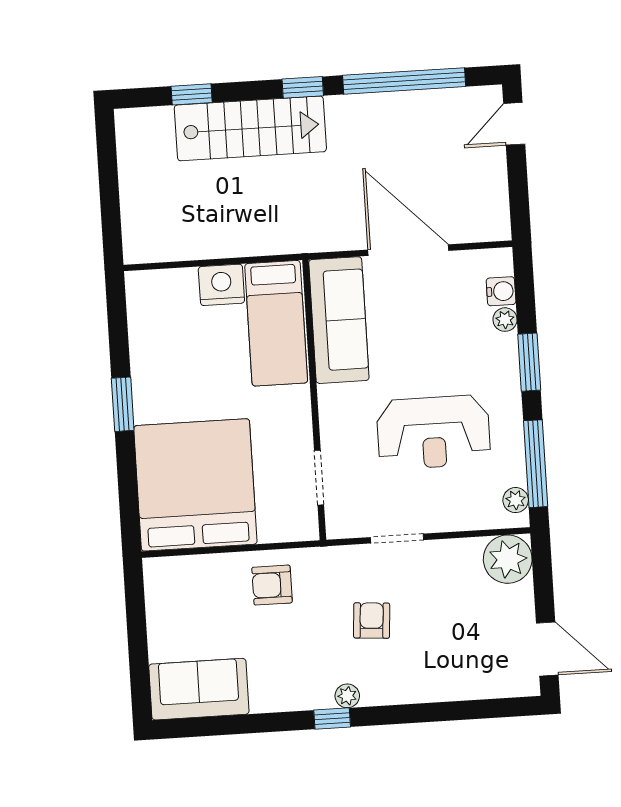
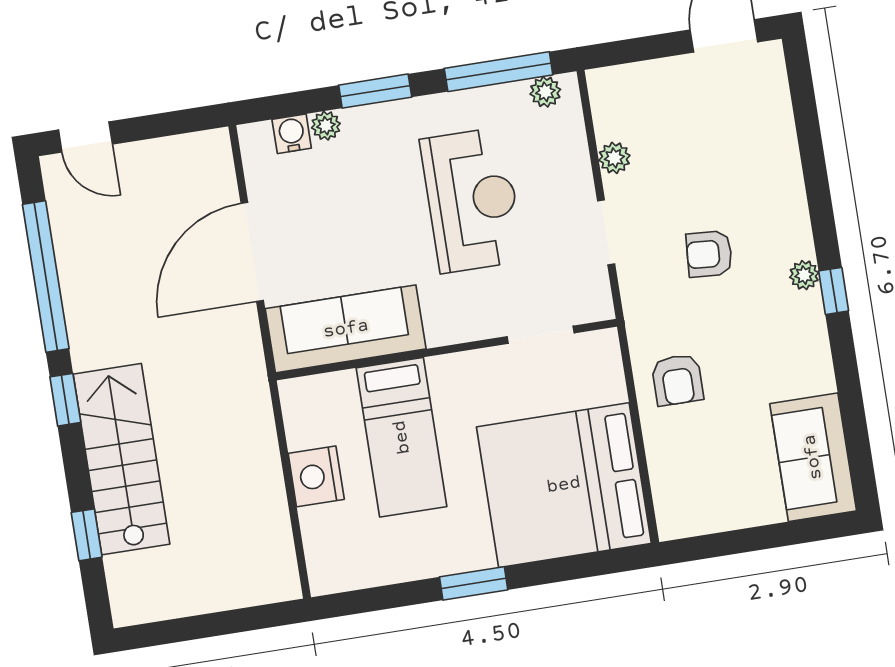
bed: (276, 323) -> (402, 437), moved, turned 90
plant: (508, 559) -> (614, 158), moved, width x0.53, depth x0.53

